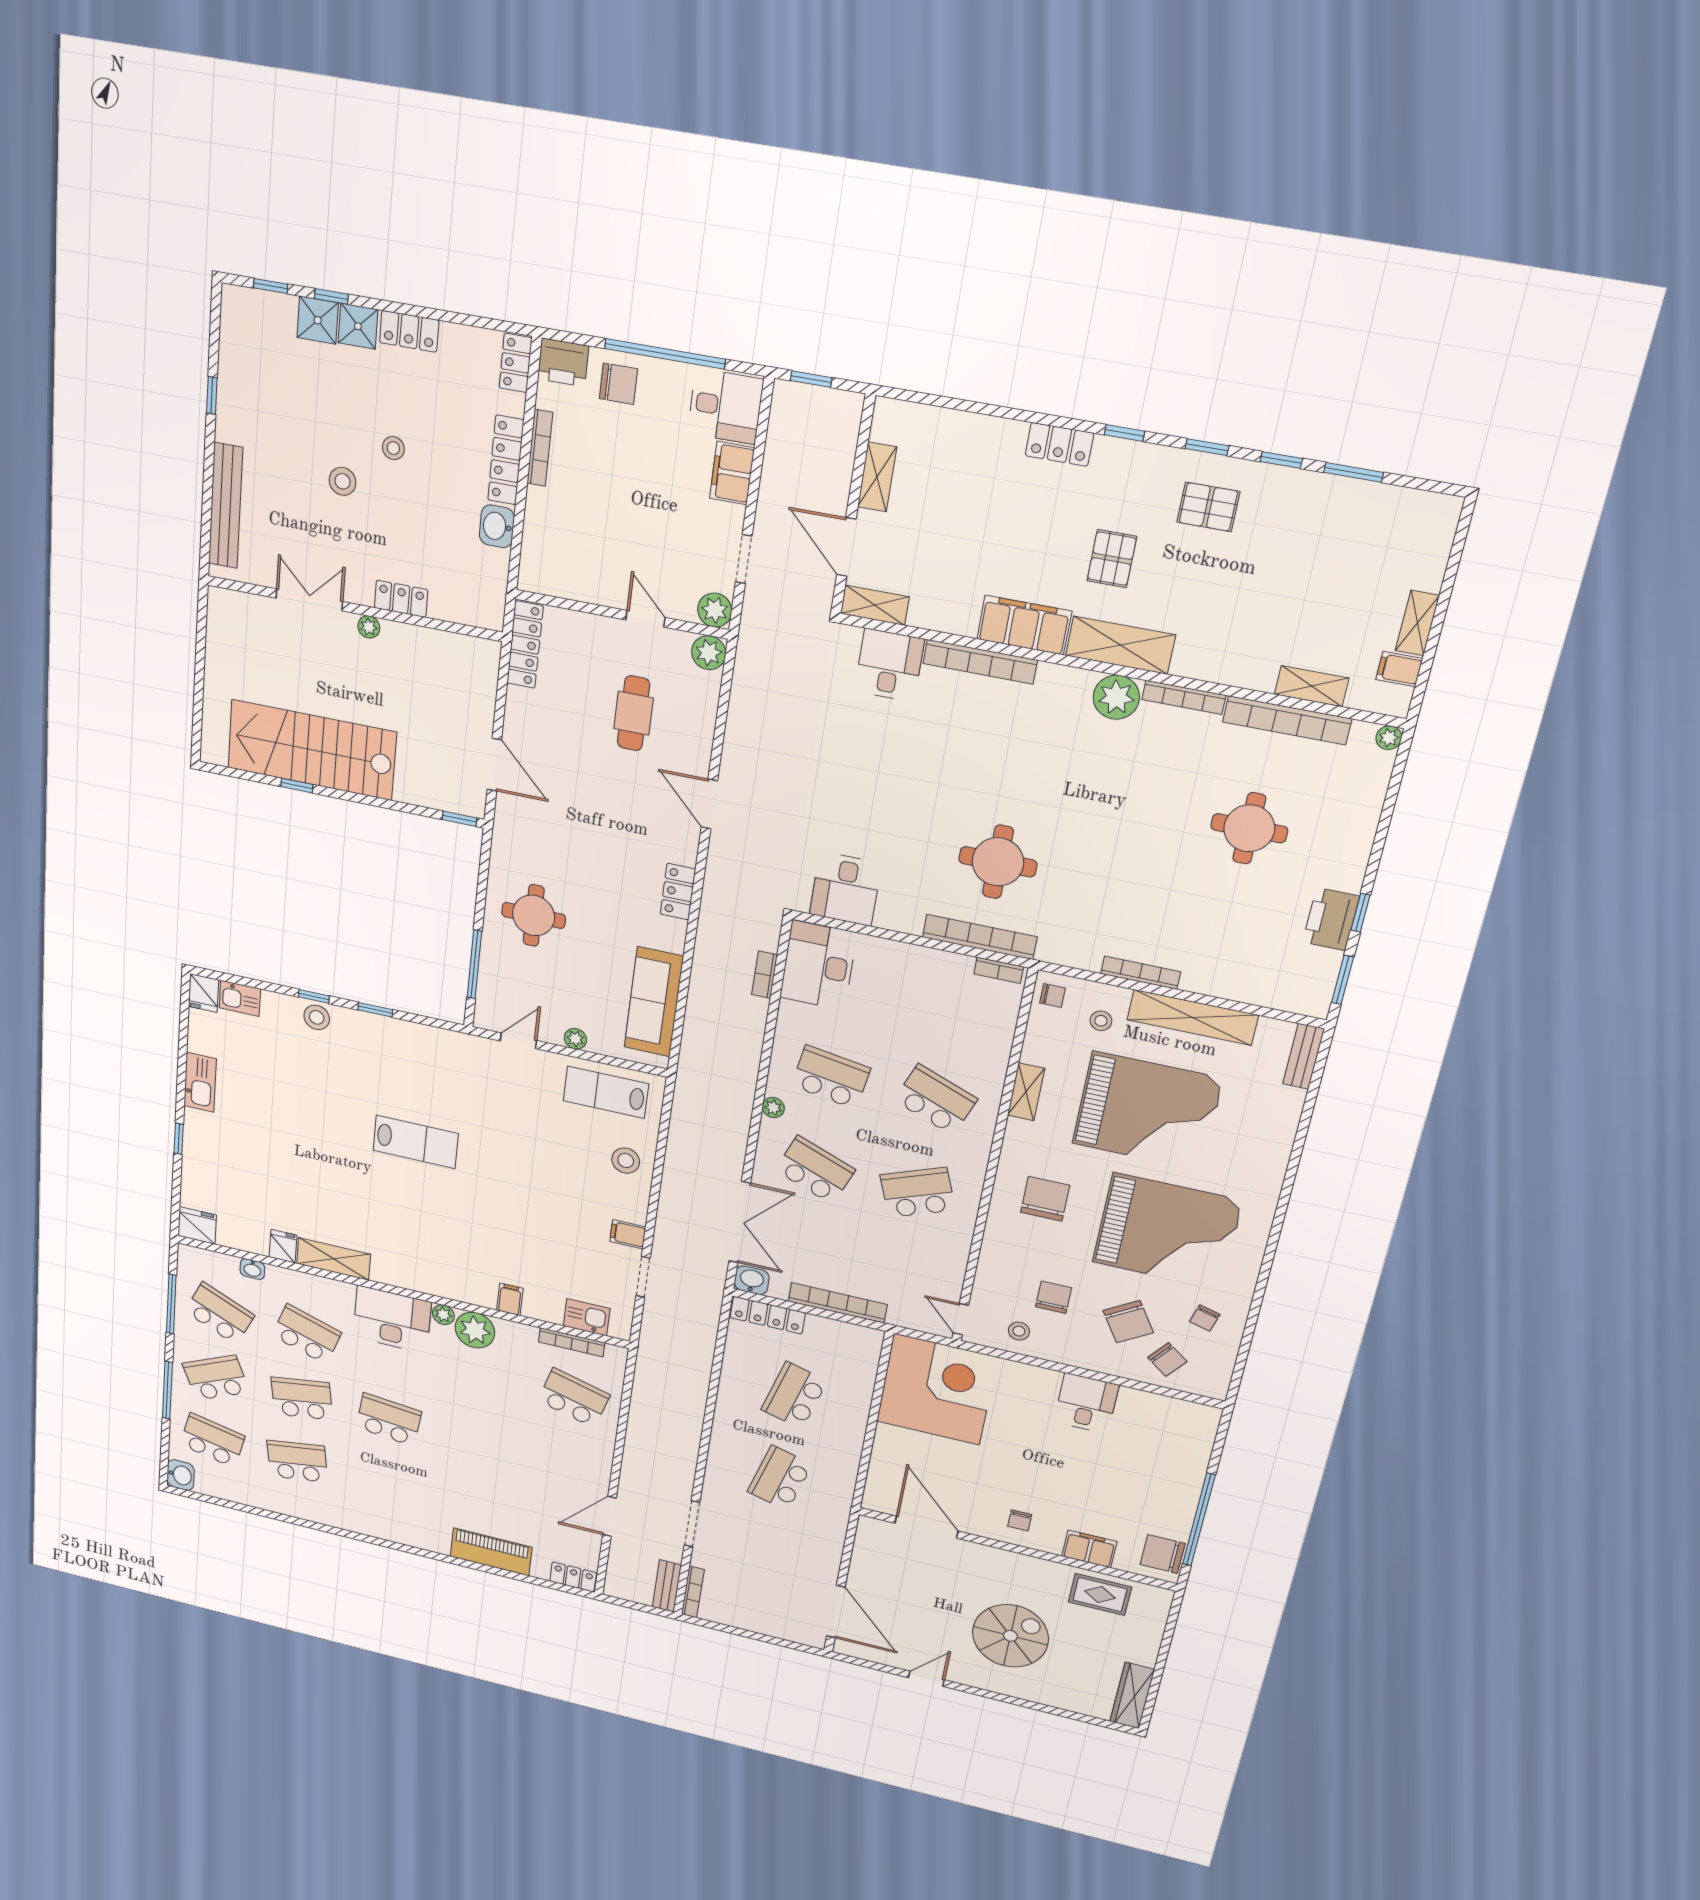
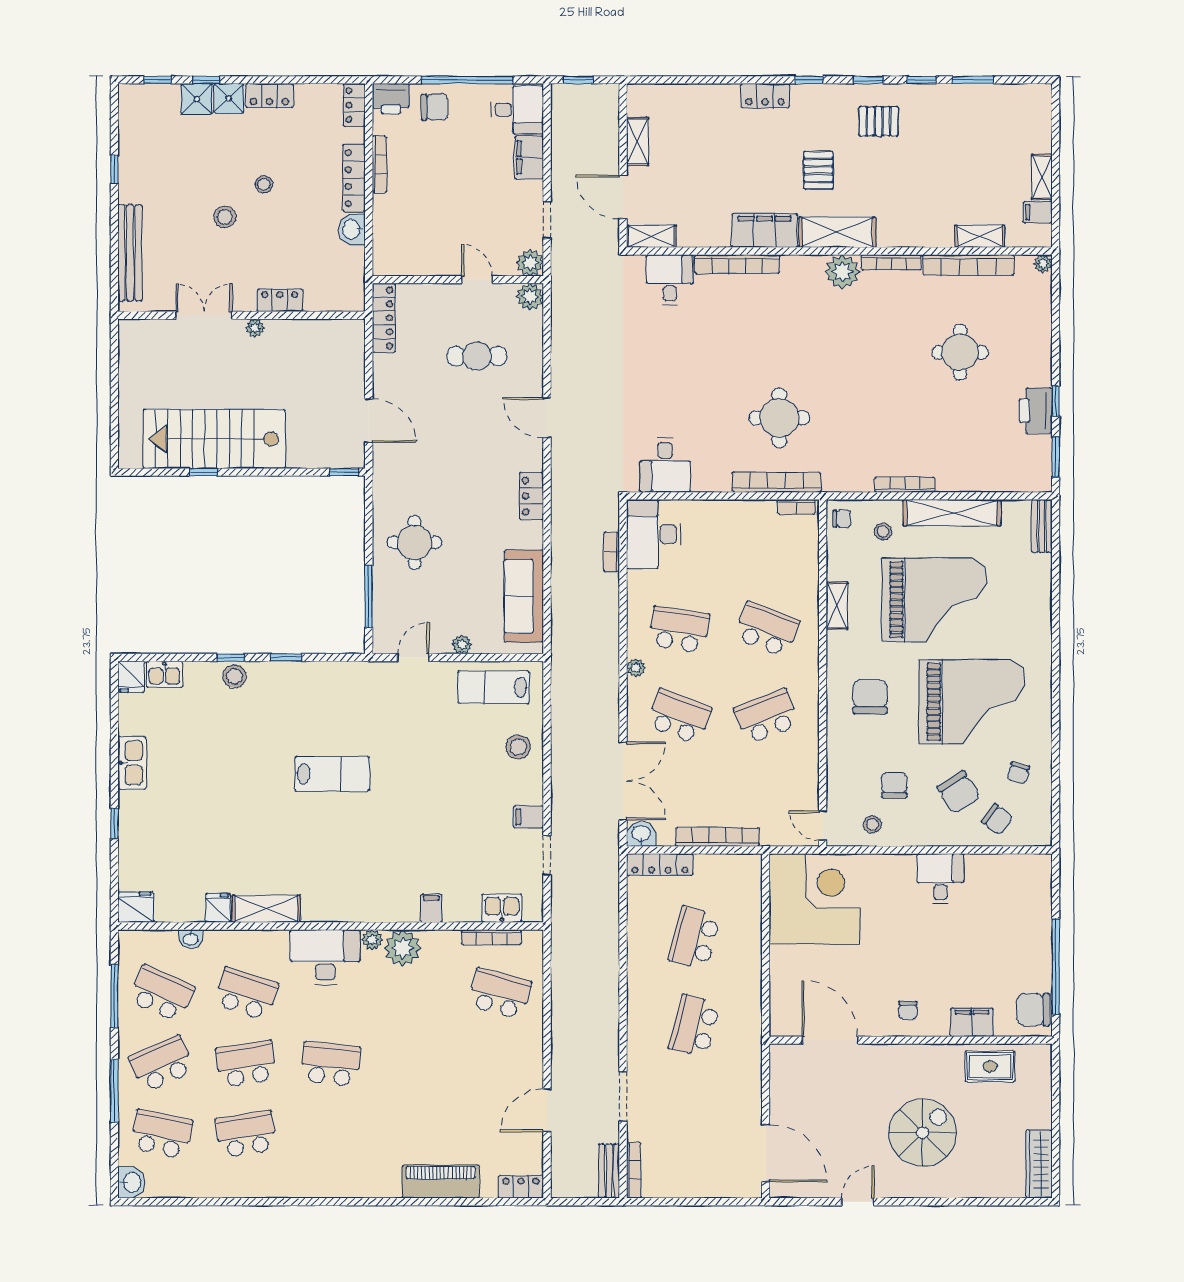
cafe table: (634, 713) -> (477, 356), turned 90

